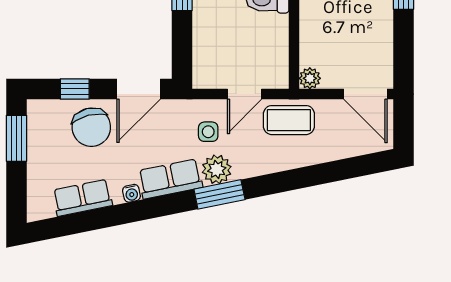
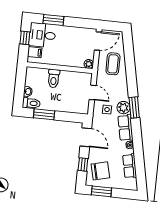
coffee table: (289, 120) -> (113, 64), moved
chair: (91, 127) -> (100, 171), moved

